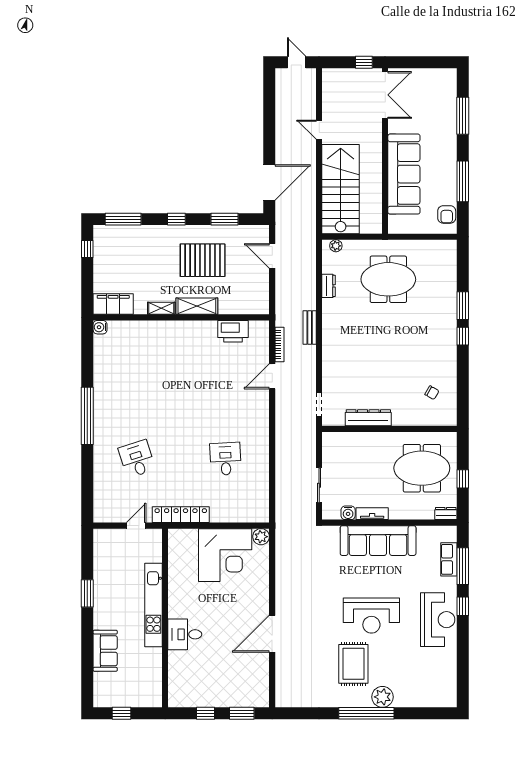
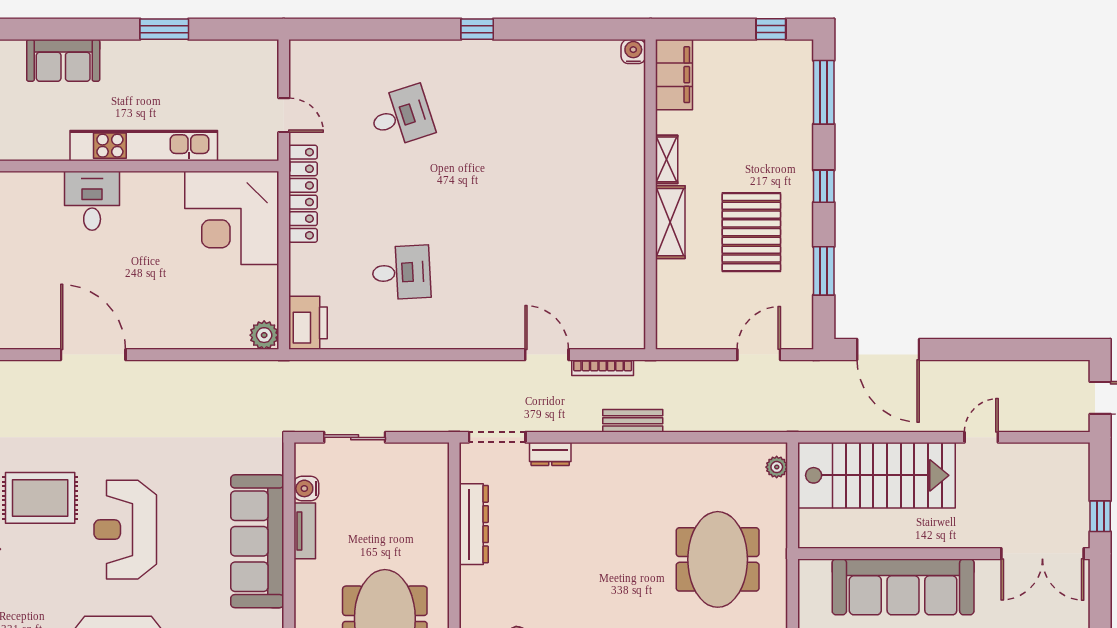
dresser: (329, 286) -> (550, 454), moved
printer: (233, 331) -> (308, 323), moved, turned 180
doorway: (319, 404) -> (497, 437), width x1.38
window: (87, 416) -> (477, 29), width x0.32
corner desk: (225, 555) -> (232, 218), moved

